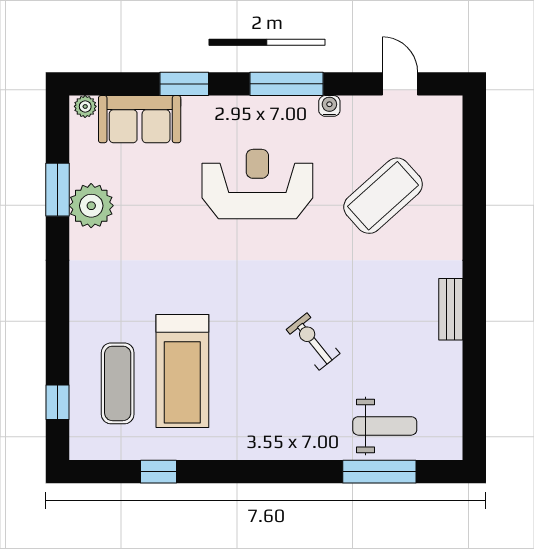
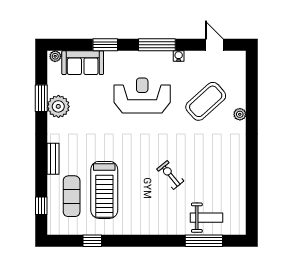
plant: (450, 221) -> (240, 114), added
bench: (451, 309) -> (53, 159), moved

